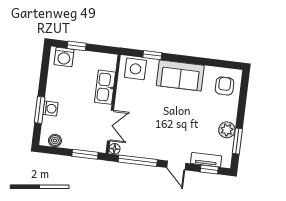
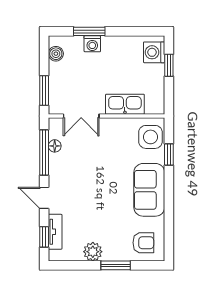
window: (237, 141) -> (116, 265), moved
floor lamp: (115, 149) -> (55, 146), moved
door: (176, 165) -> (44, 198), hinge flipped

